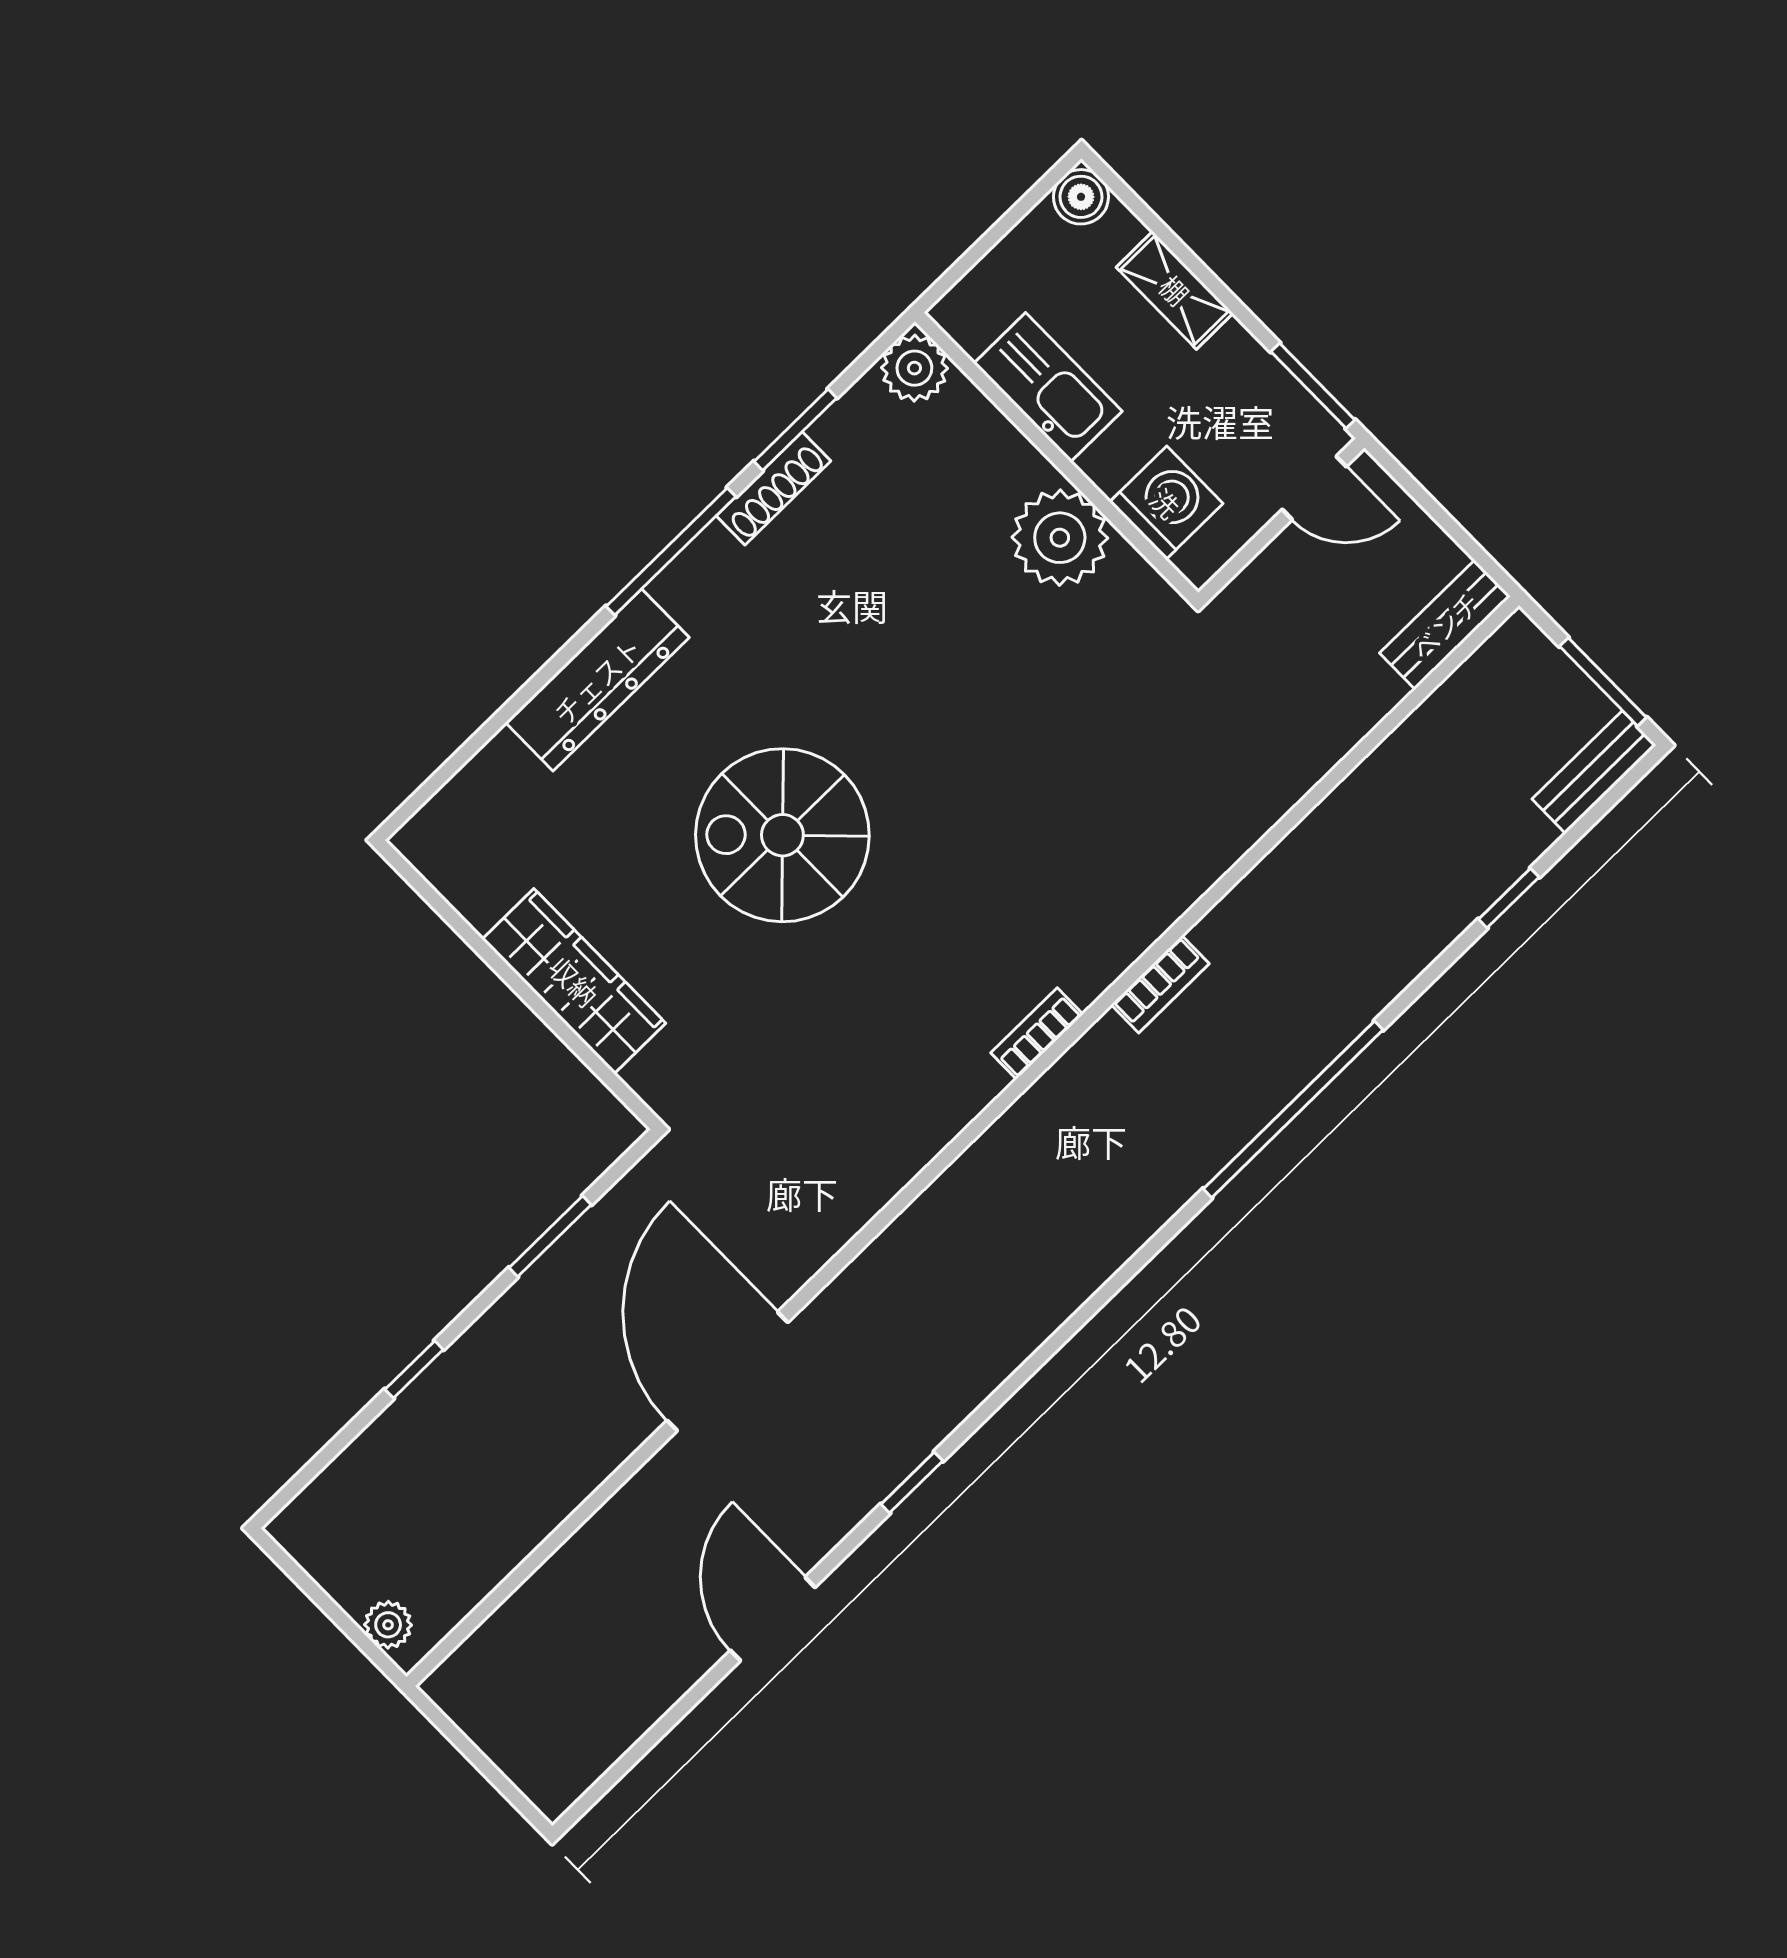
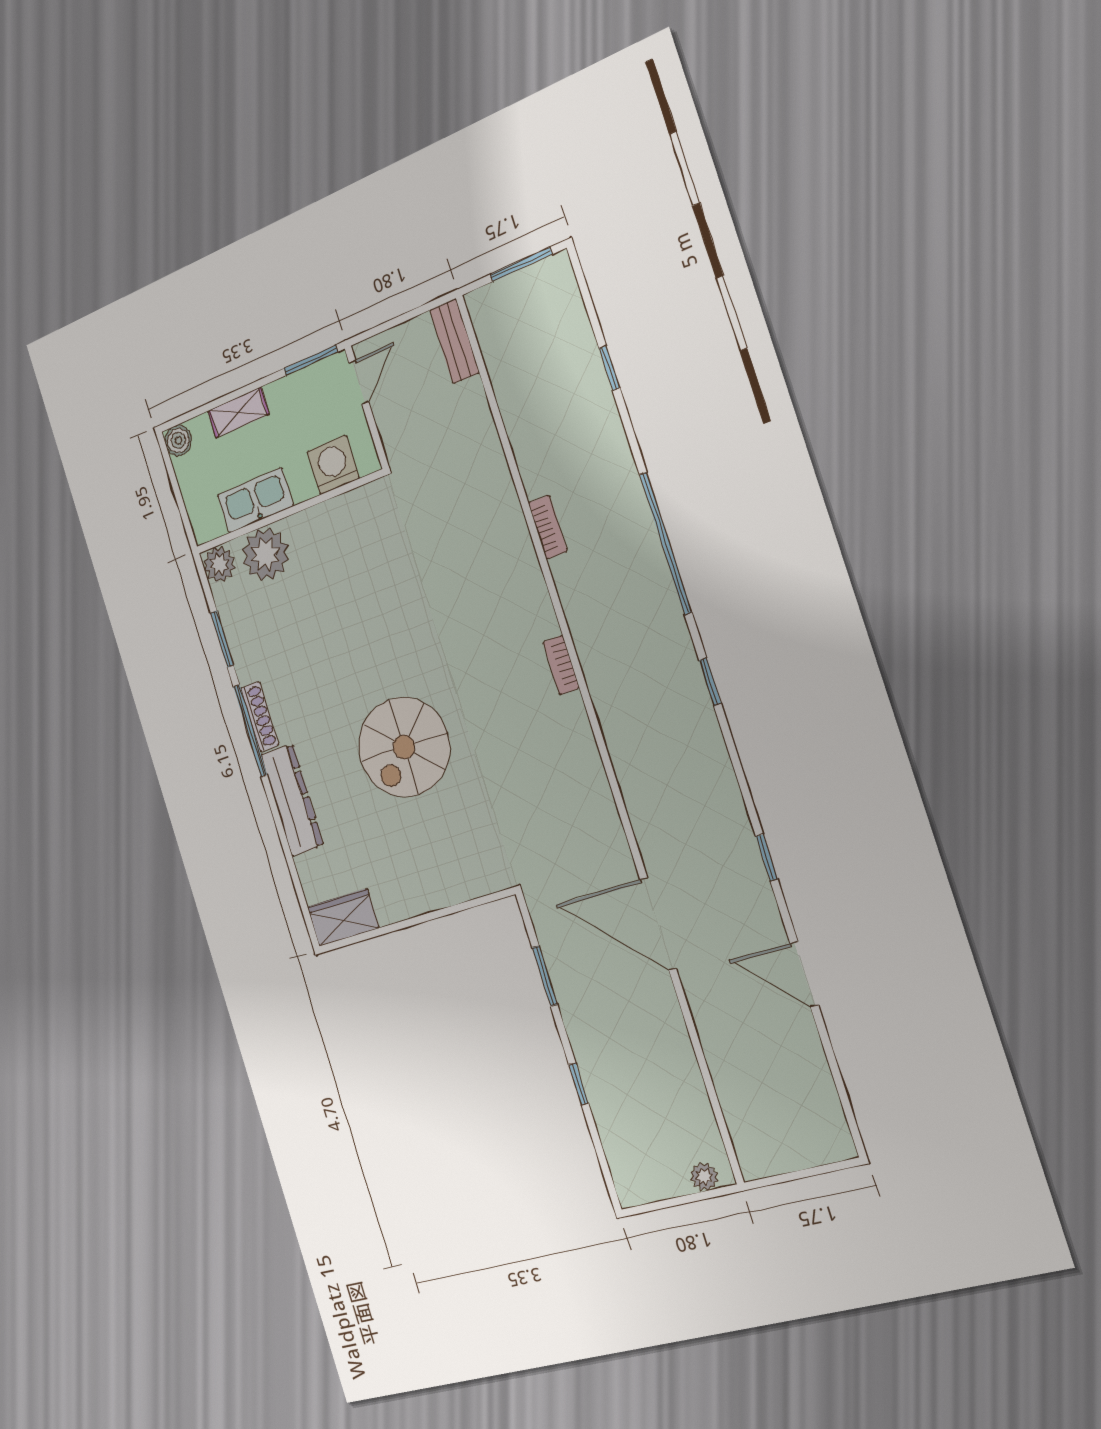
shoe rack: (774, 488) -> (260, 717), moved
plant: (1060, 538) -> (265, 554), moved
bench: (1594, 772) -> (565, 290), removed
wardrobe: (574, 981) -> (343, 917), moved, width x0.67
bookcase: (1160, 984) -> (548, 527), moved
window: (1124, 1274) -> (710, 682), added

